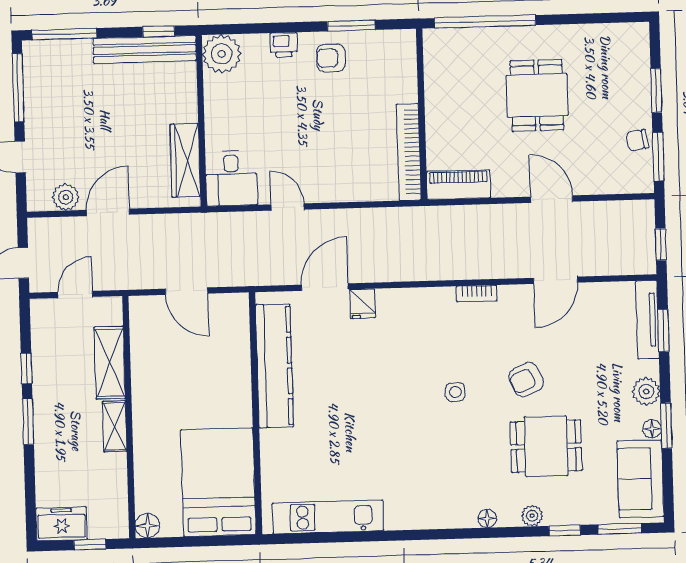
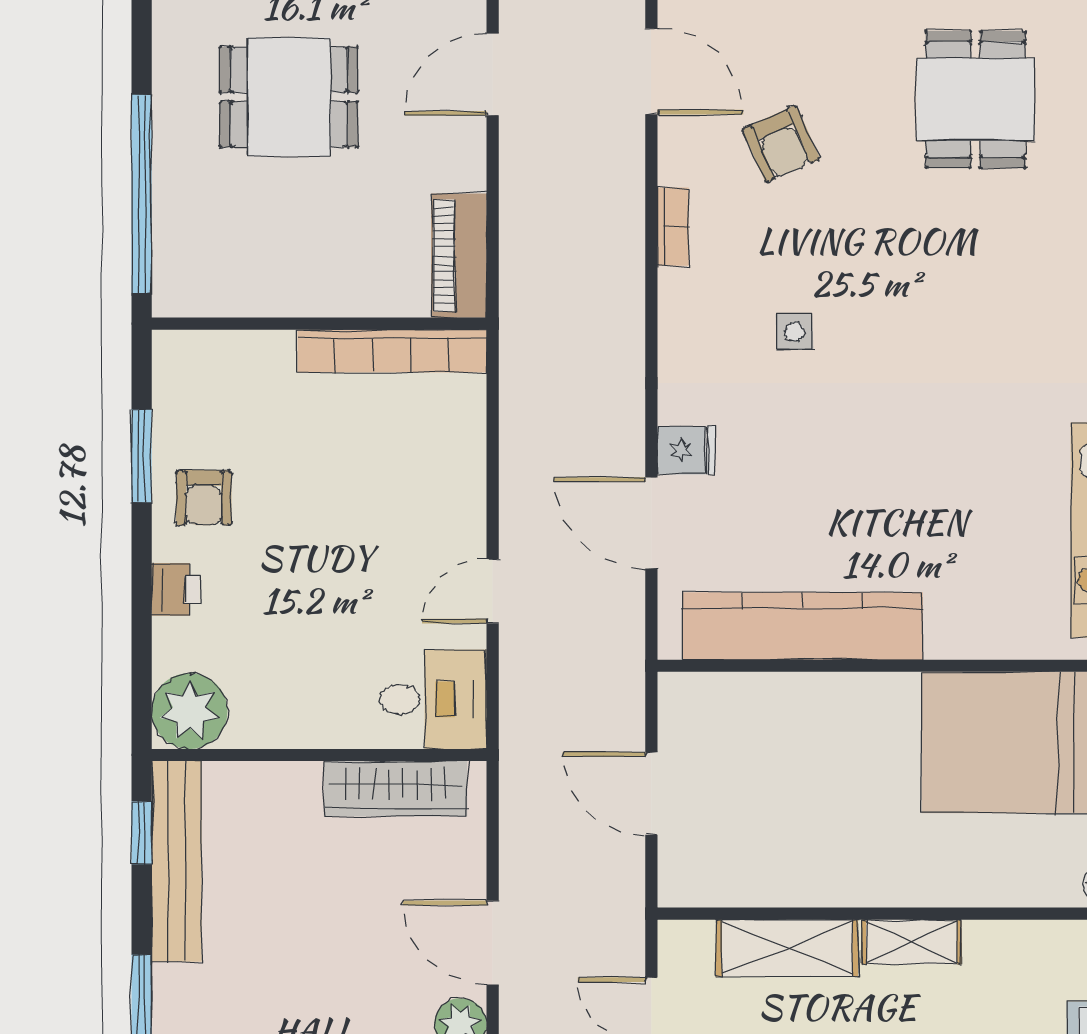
door: (187, 291) -> (651, 793), swing flipped
armchair: (526, 380) -> (781, 144), moved
side table: (455, 392) -> (794, 332), moved

